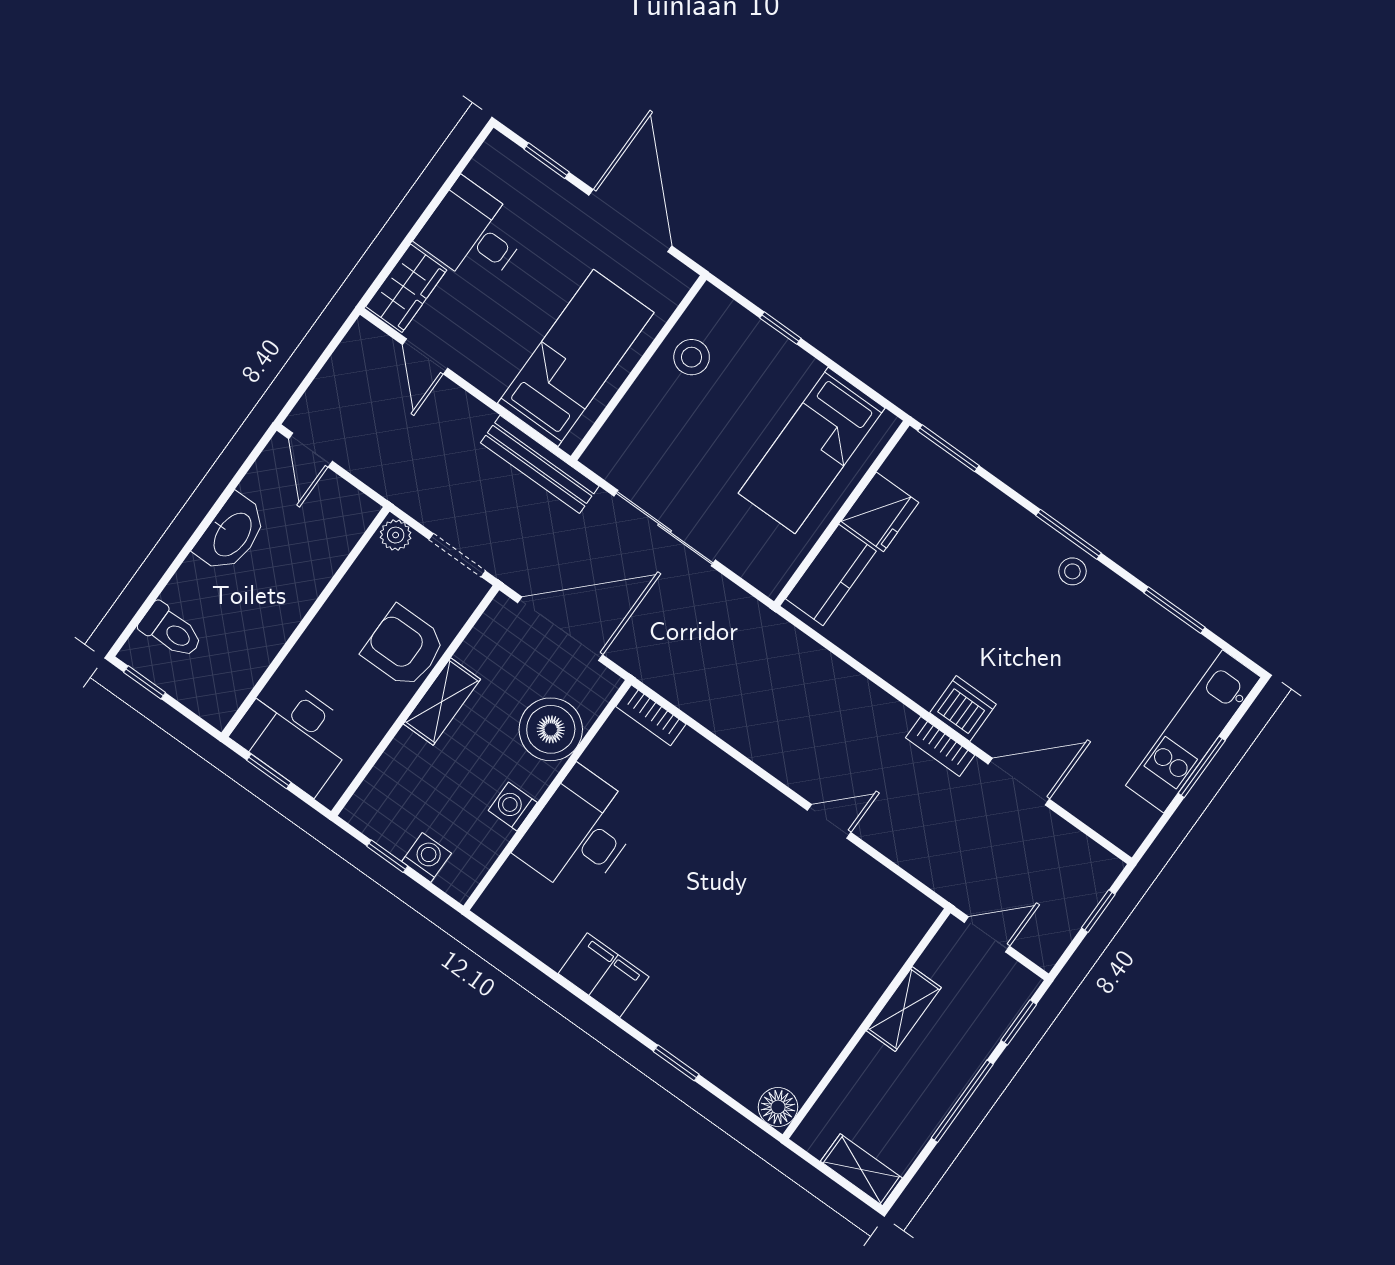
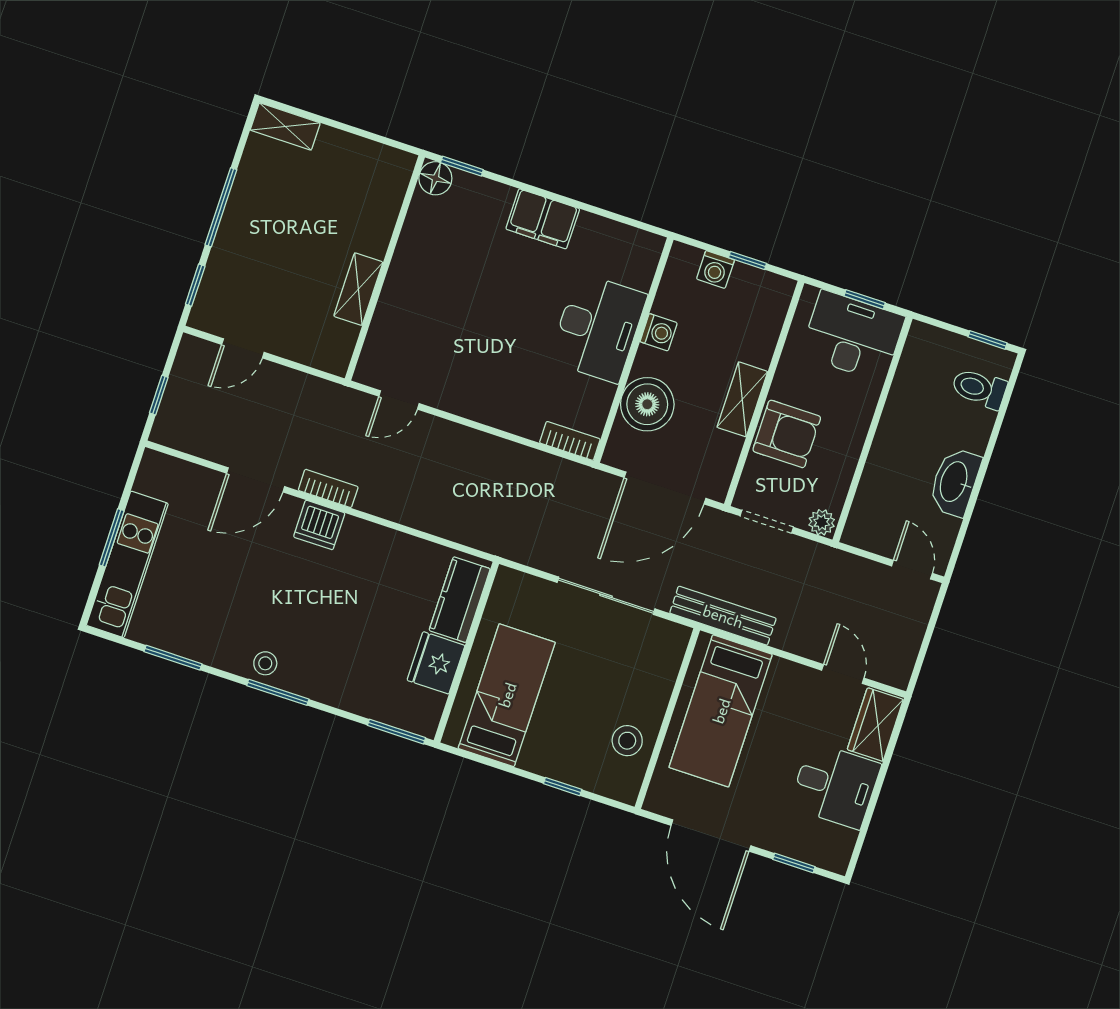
shelving: (904, 1009) -> (358, 289), moved
wall: (867, 1024) -> (385, 268), moved
floor lamp: (778, 1107) -> (435, 178), moved

